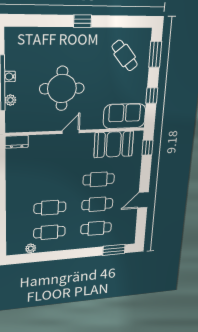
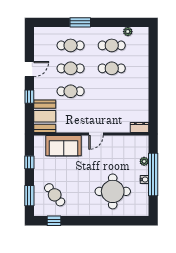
window: (83, 21) -> (54, 221), moved
round table: (62, 89) -> (113, 191), moved
sofa: (124, 116) -> (64, 146), moved
booth: (114, 144) -> (45, 116), moved, turned 90
window: (147, 148) -> (29, 97), moved
window: (114, 250) -> (80, 22), moved

